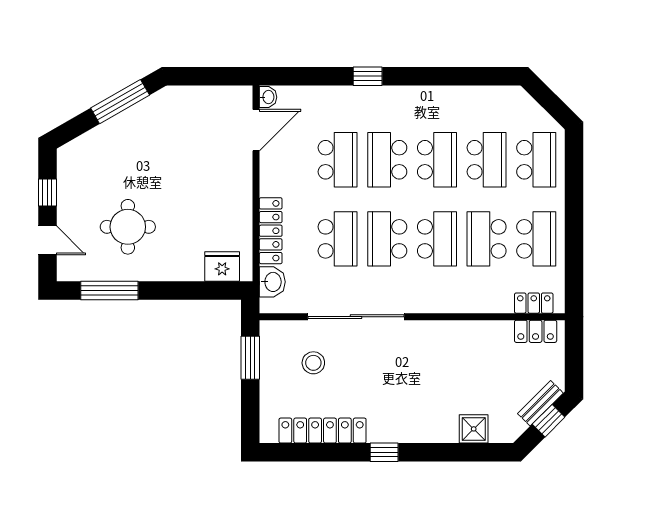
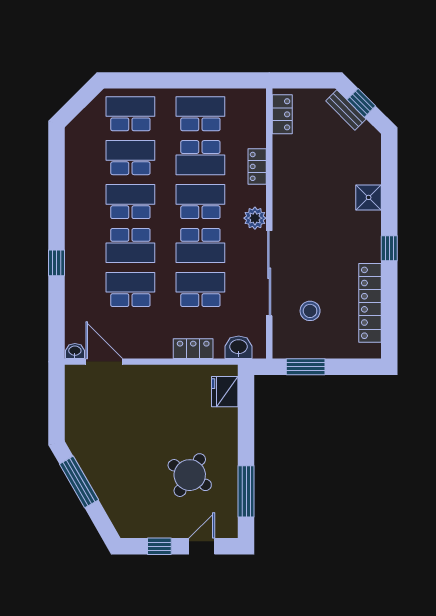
round table: (128, 227) -> (190, 475), turned 32
locker: (271, 231) -> (193, 349), width x0.66
plant: (418, 301) -> (255, 218), added
locker: (534, 303) -> (257, 166), moved
shower: (474, 429) -> (369, 197), moved

